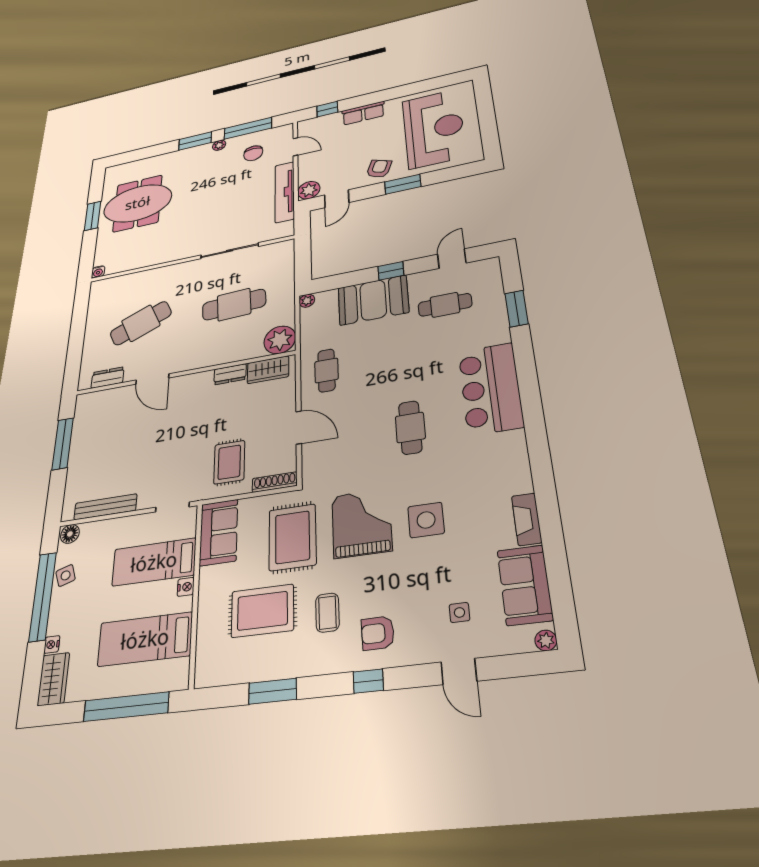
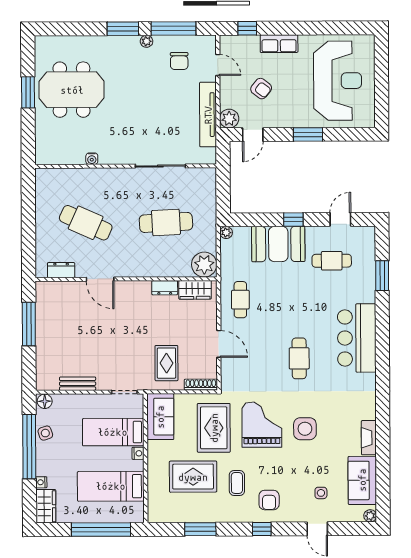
armchair: (379, 169) -> (261, 89), moved, turned 108
water cooler: (98, 272) -> (92, 159), moved
cafe table: (141, 323) -> (86, 223), turned 48
bench: (105, 507) -> (78, 384), width x0.73
armchair: (378, 633) -> (269, 500), turned -89

